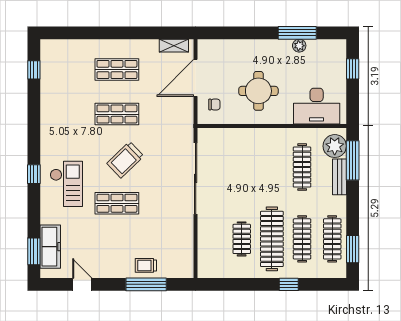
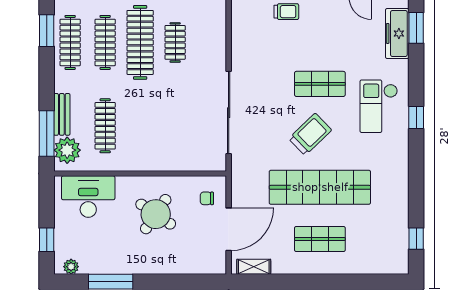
plant: (299, 46) -> (71, 267), moved
round table: (258, 91) -> (156, 214), turned 34
shop shelf: (117, 114) -> (320, 187), width x2.00, depth x1.36

